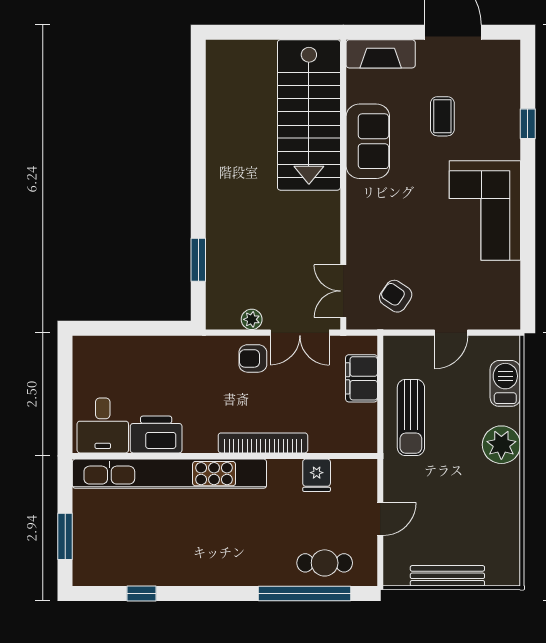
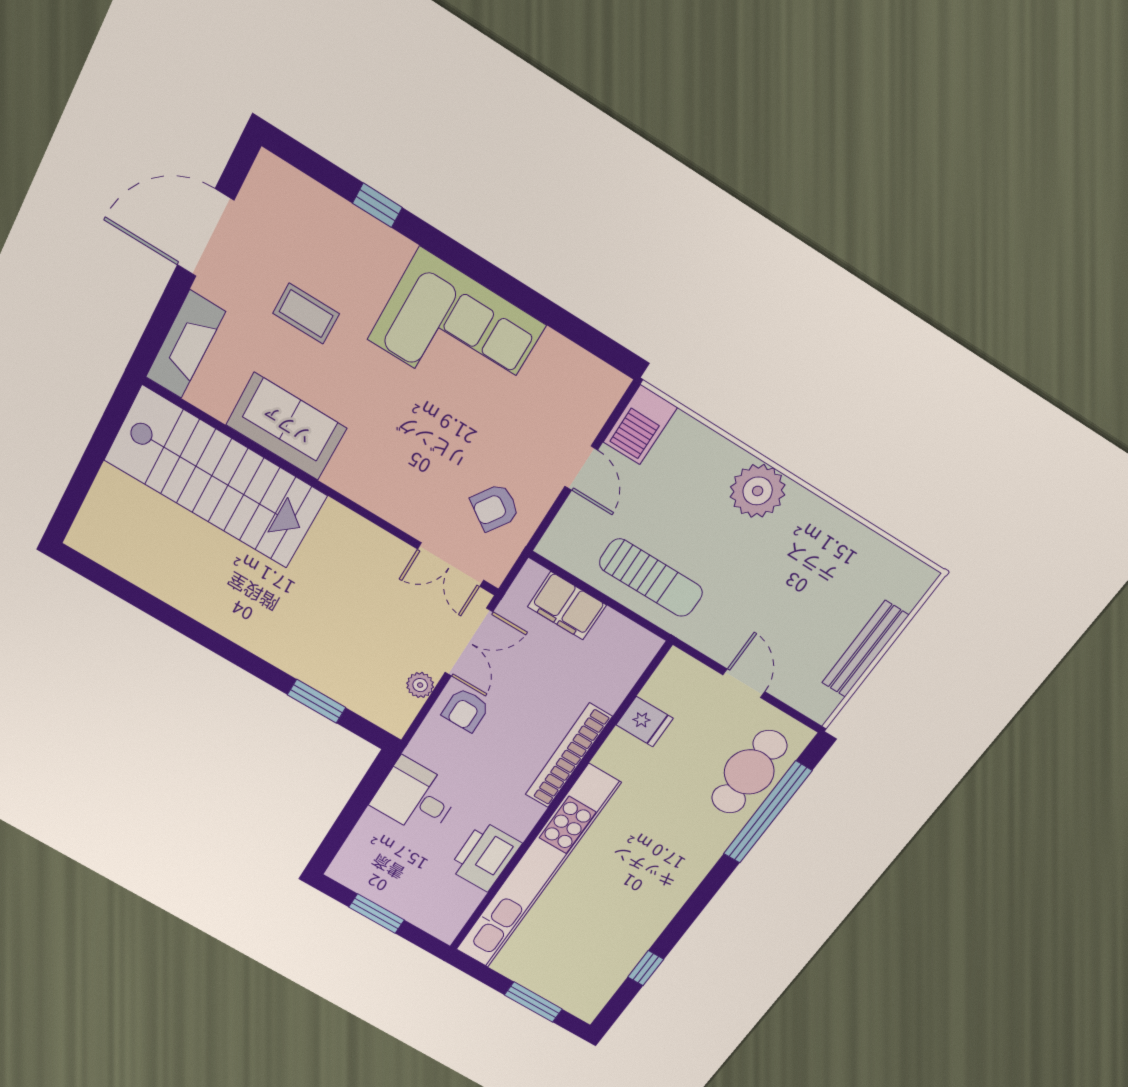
barbecue: (505, 383) -> (640, 425), moved, turned -90
window: (65, 389) -> (377, 914), added
desk: (103, 425) -> (415, 797), moved, turned 180
cafe table: (325, 563) -> (749, 772), width x1.37, depth x1.35

